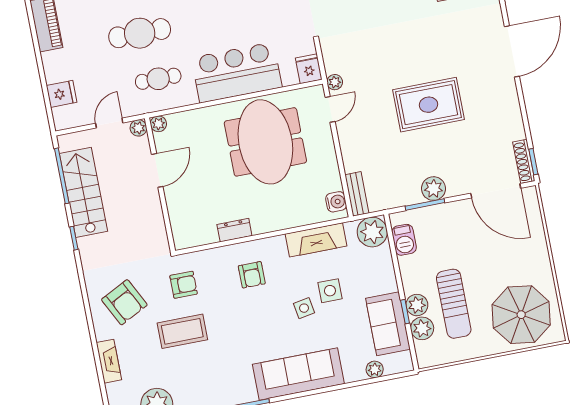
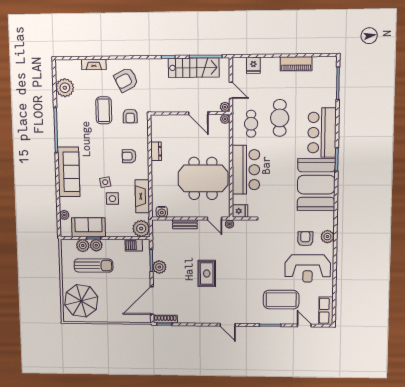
door: (512, 51) -> (228, 325), width x0.53
rug: (428, 105) -> (207, 274), width x0.73, depth x0.70
bench: (357, 194) -> (185, 224), moved
sun lounger: (454, 304) -> (94, 265), turned 180

